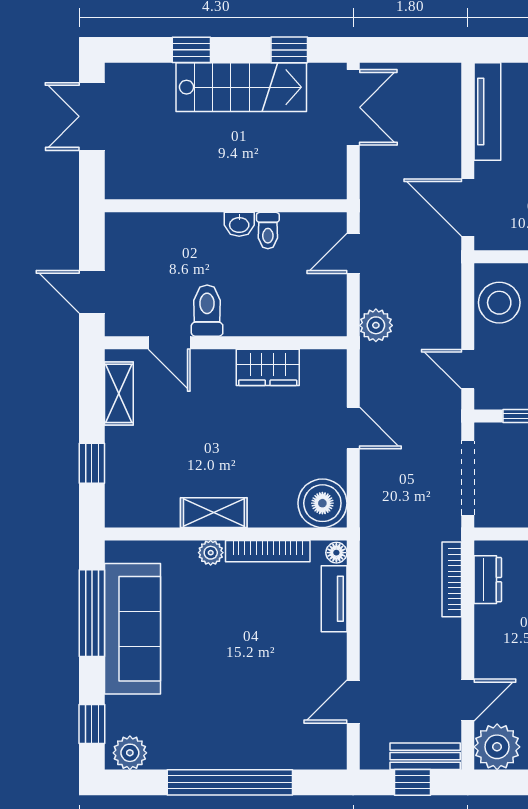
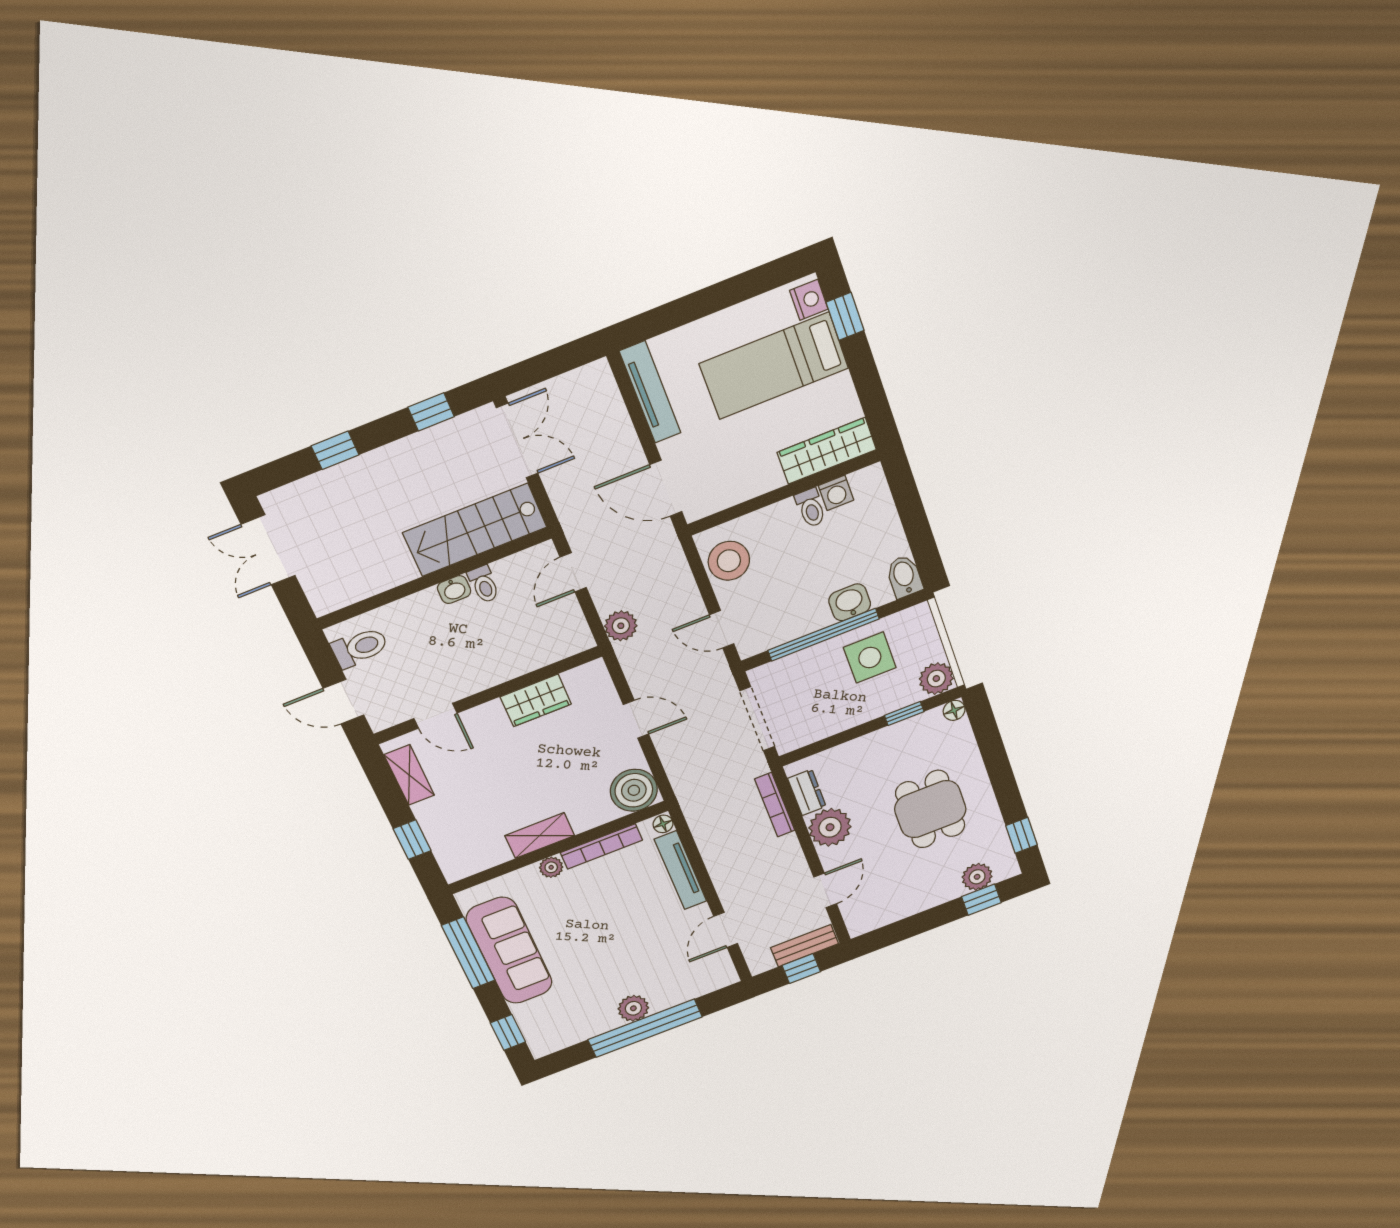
stairs: (241, 87) -> (475, 530), moved, turned 180
toilet: (207, 311) -> (360, 647), moved, turned 90
tv unit: (334, 599) -> (681, 870), width x1.41
plant: (497, 747) -> (830, 827), moved
plant: (130, 753) -> (633, 1008), moved

